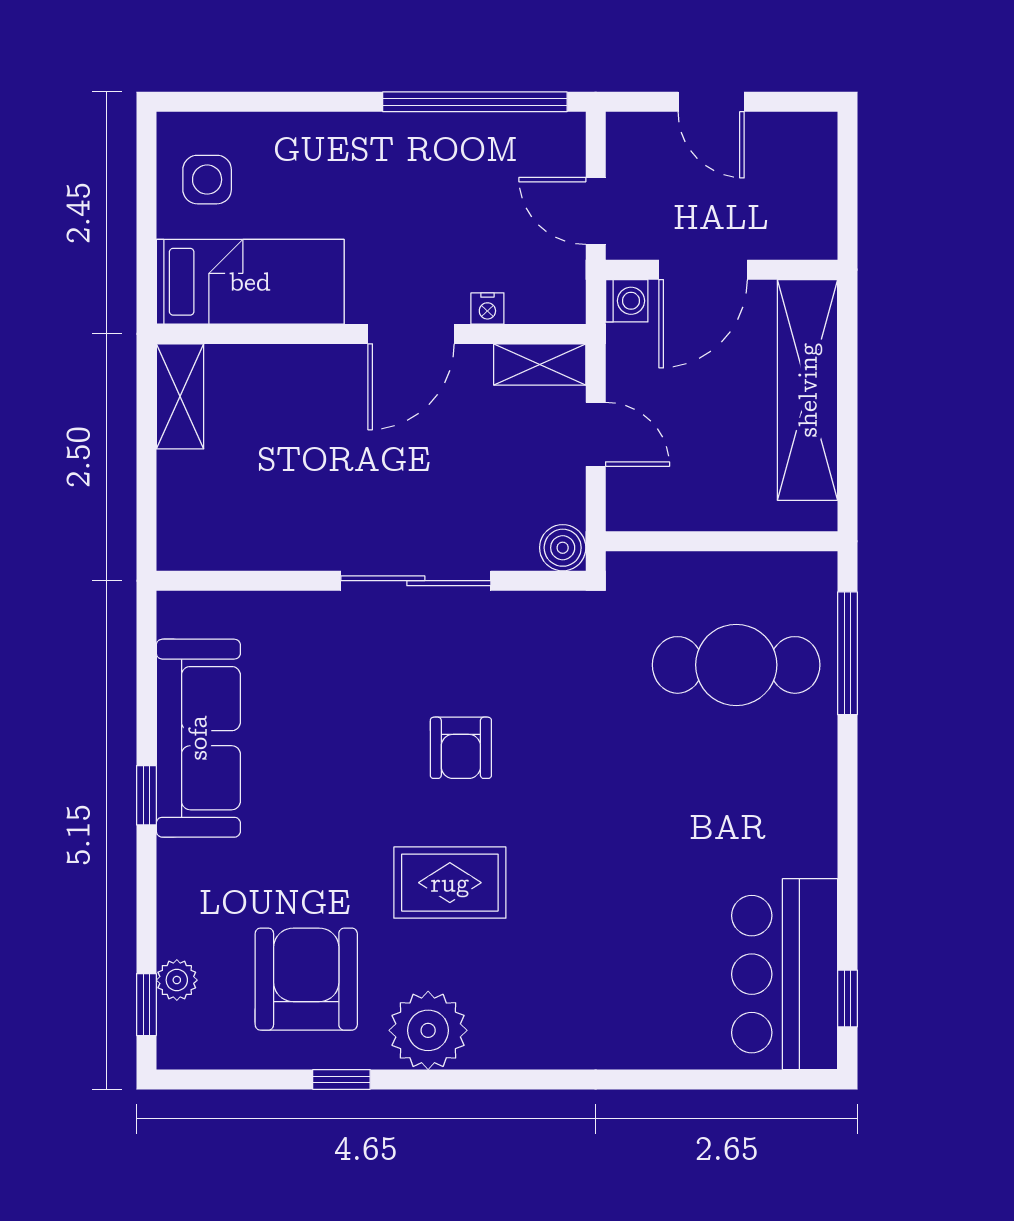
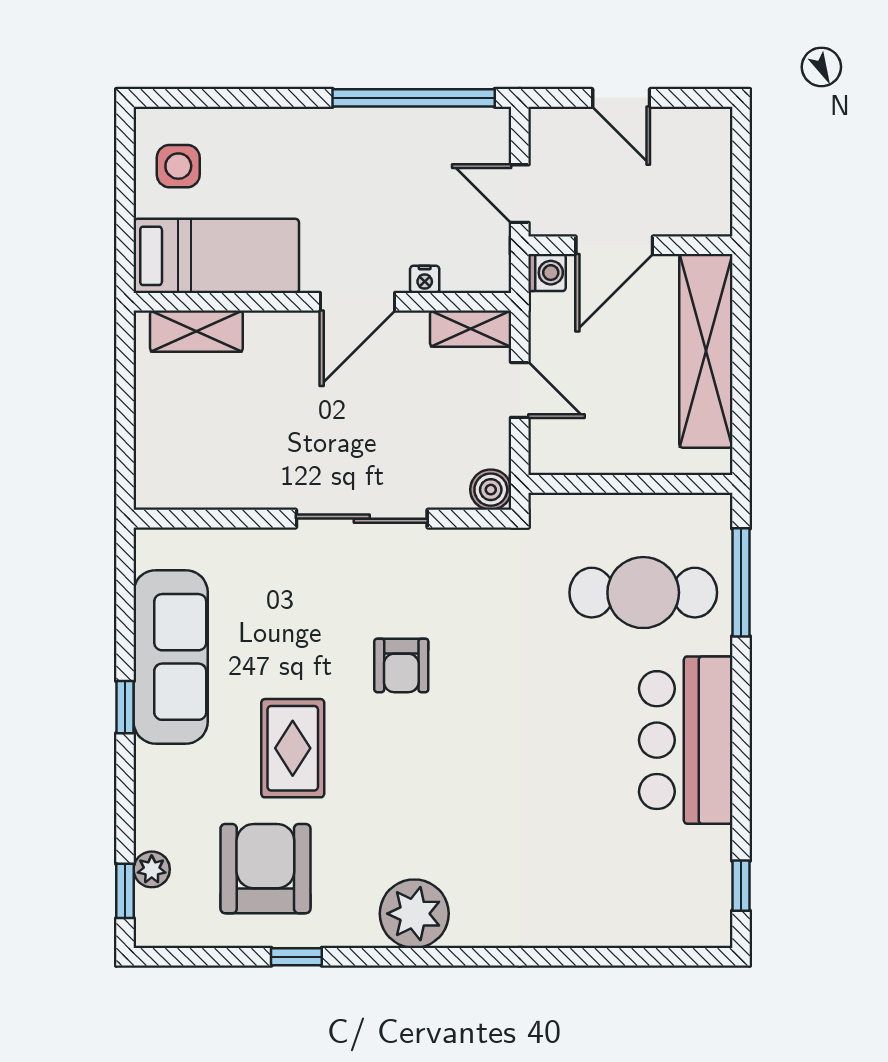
shelving: (180, 396) -> (196, 331), moved, turned 90
rug: (450, 883) -> (293, 748), moved, turned 90
bar counter: (785, 974) -> (686, 740), moved
plant: (428, 1030) -> (414, 914), moved

